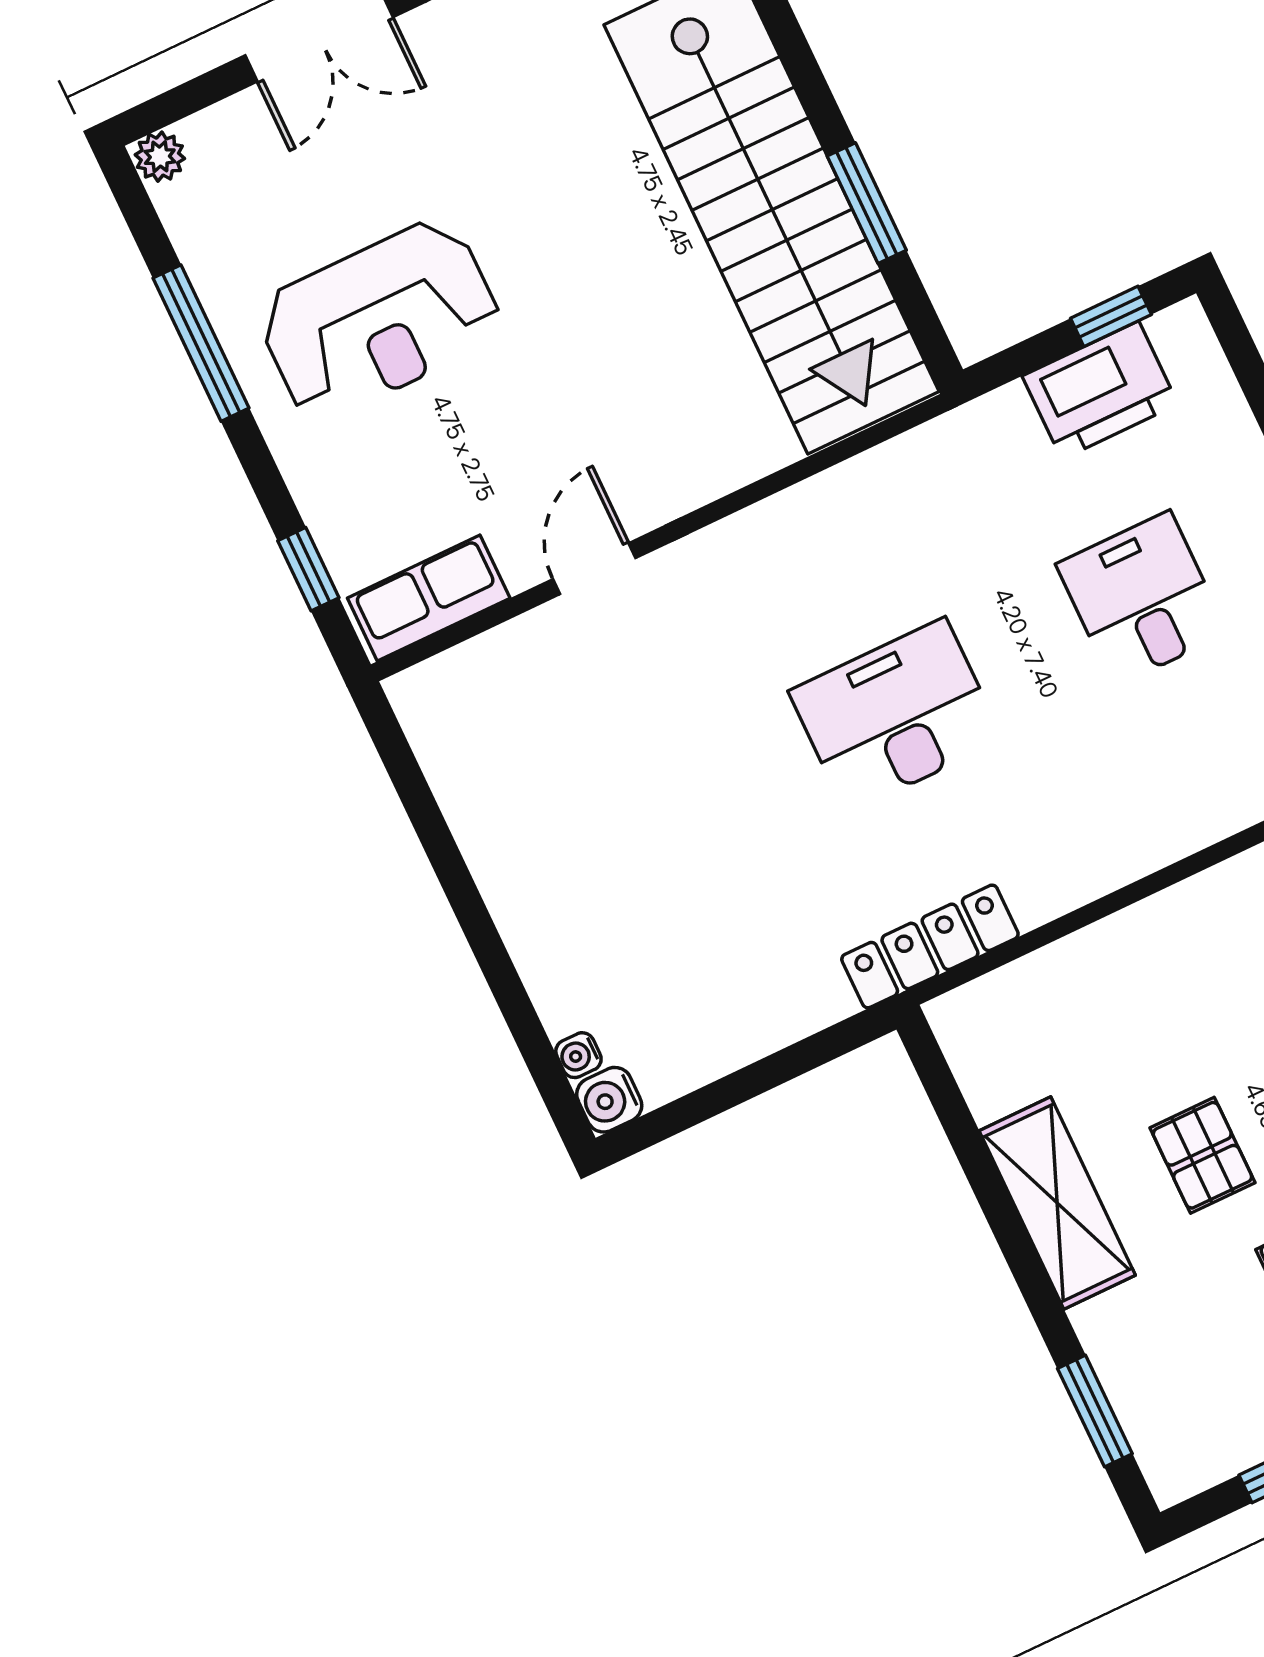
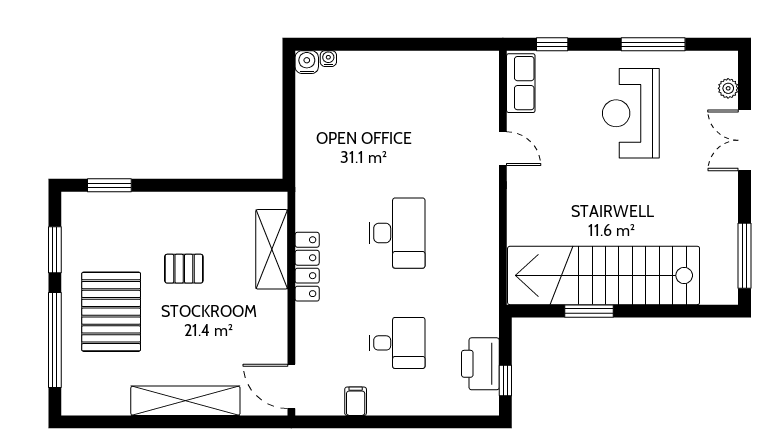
plant: (160, 157) -> (728, 88), moved
locker: (930, 946) -> (307, 267), moved
shelving: (1057, 1203) -> (272, 249), moved, turned 90

